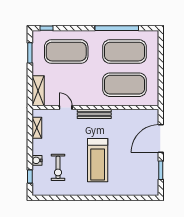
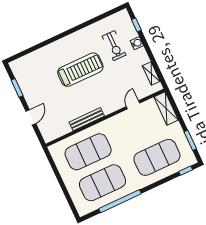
door: (66, 108) -> (133, 105), swing flipped
bench: (94, 114) -> (87, 119), moved
door: (161, 138) -> (31, 117), width x0.53
treadmill: (98, 160) -> (80, 70), turned 90
exercise bike: (58, 167) -> (114, 46), turned 180

